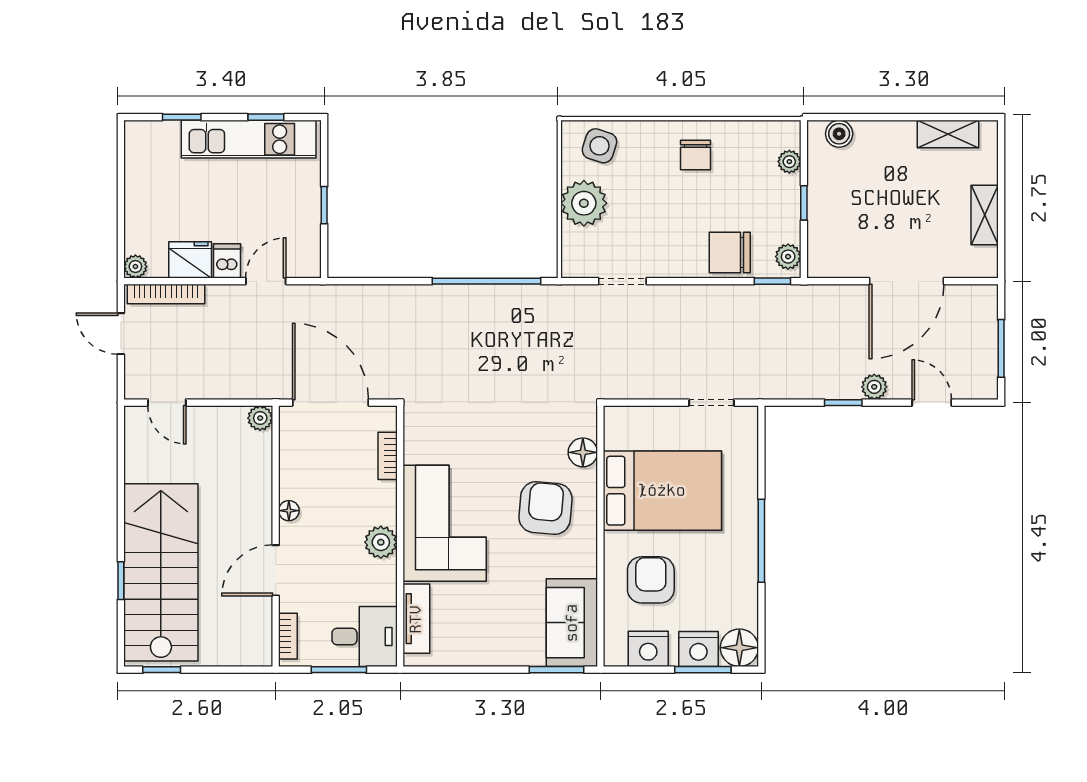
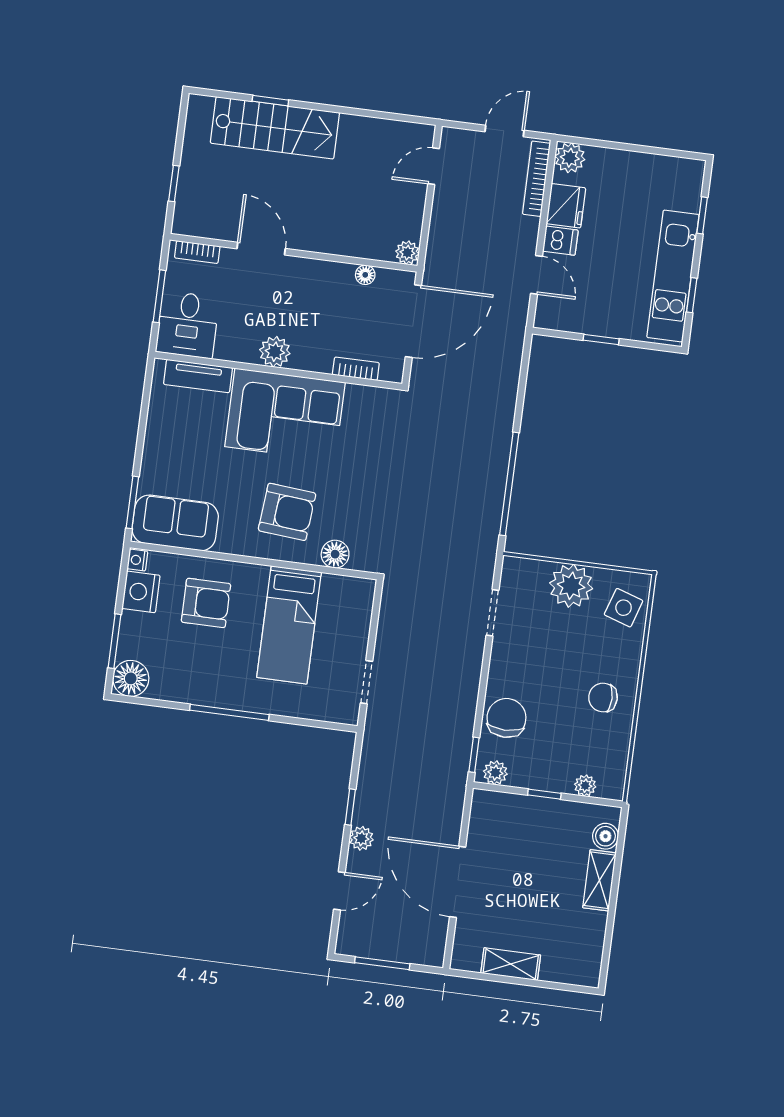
shelving: (948, 134) -> (599, 880), moved
plant: (135, 267) -> (570, 158), width x1.38, depth x1.38
bed: (662, 491) -> (289, 625), width x0.67
floor lamp: (289, 511) -> (365, 275), moved
stairs: (161, 572) -> (275, 128), width x0.73, depth x0.66
nightstand: (698, 649) -> (137, 560), moved, width x0.53, depth x0.56
window: (162, 670) -> (174, 184), moved

